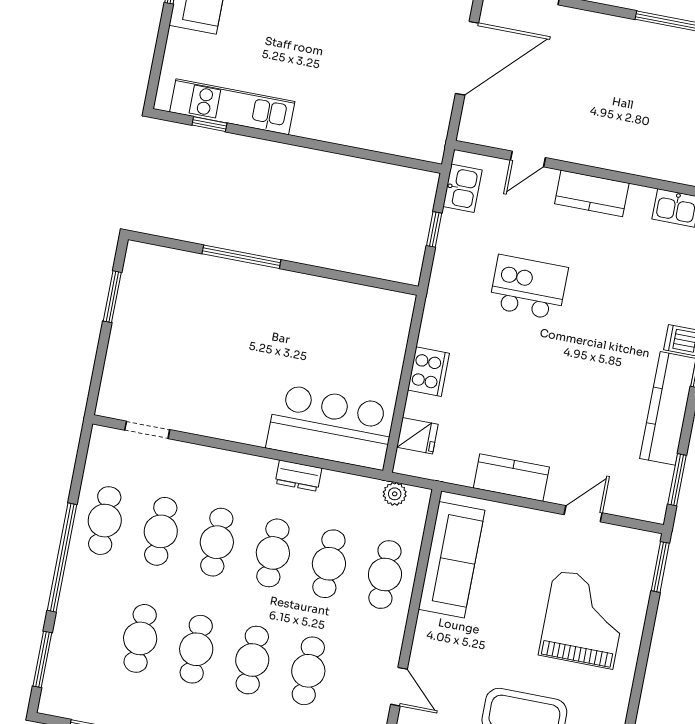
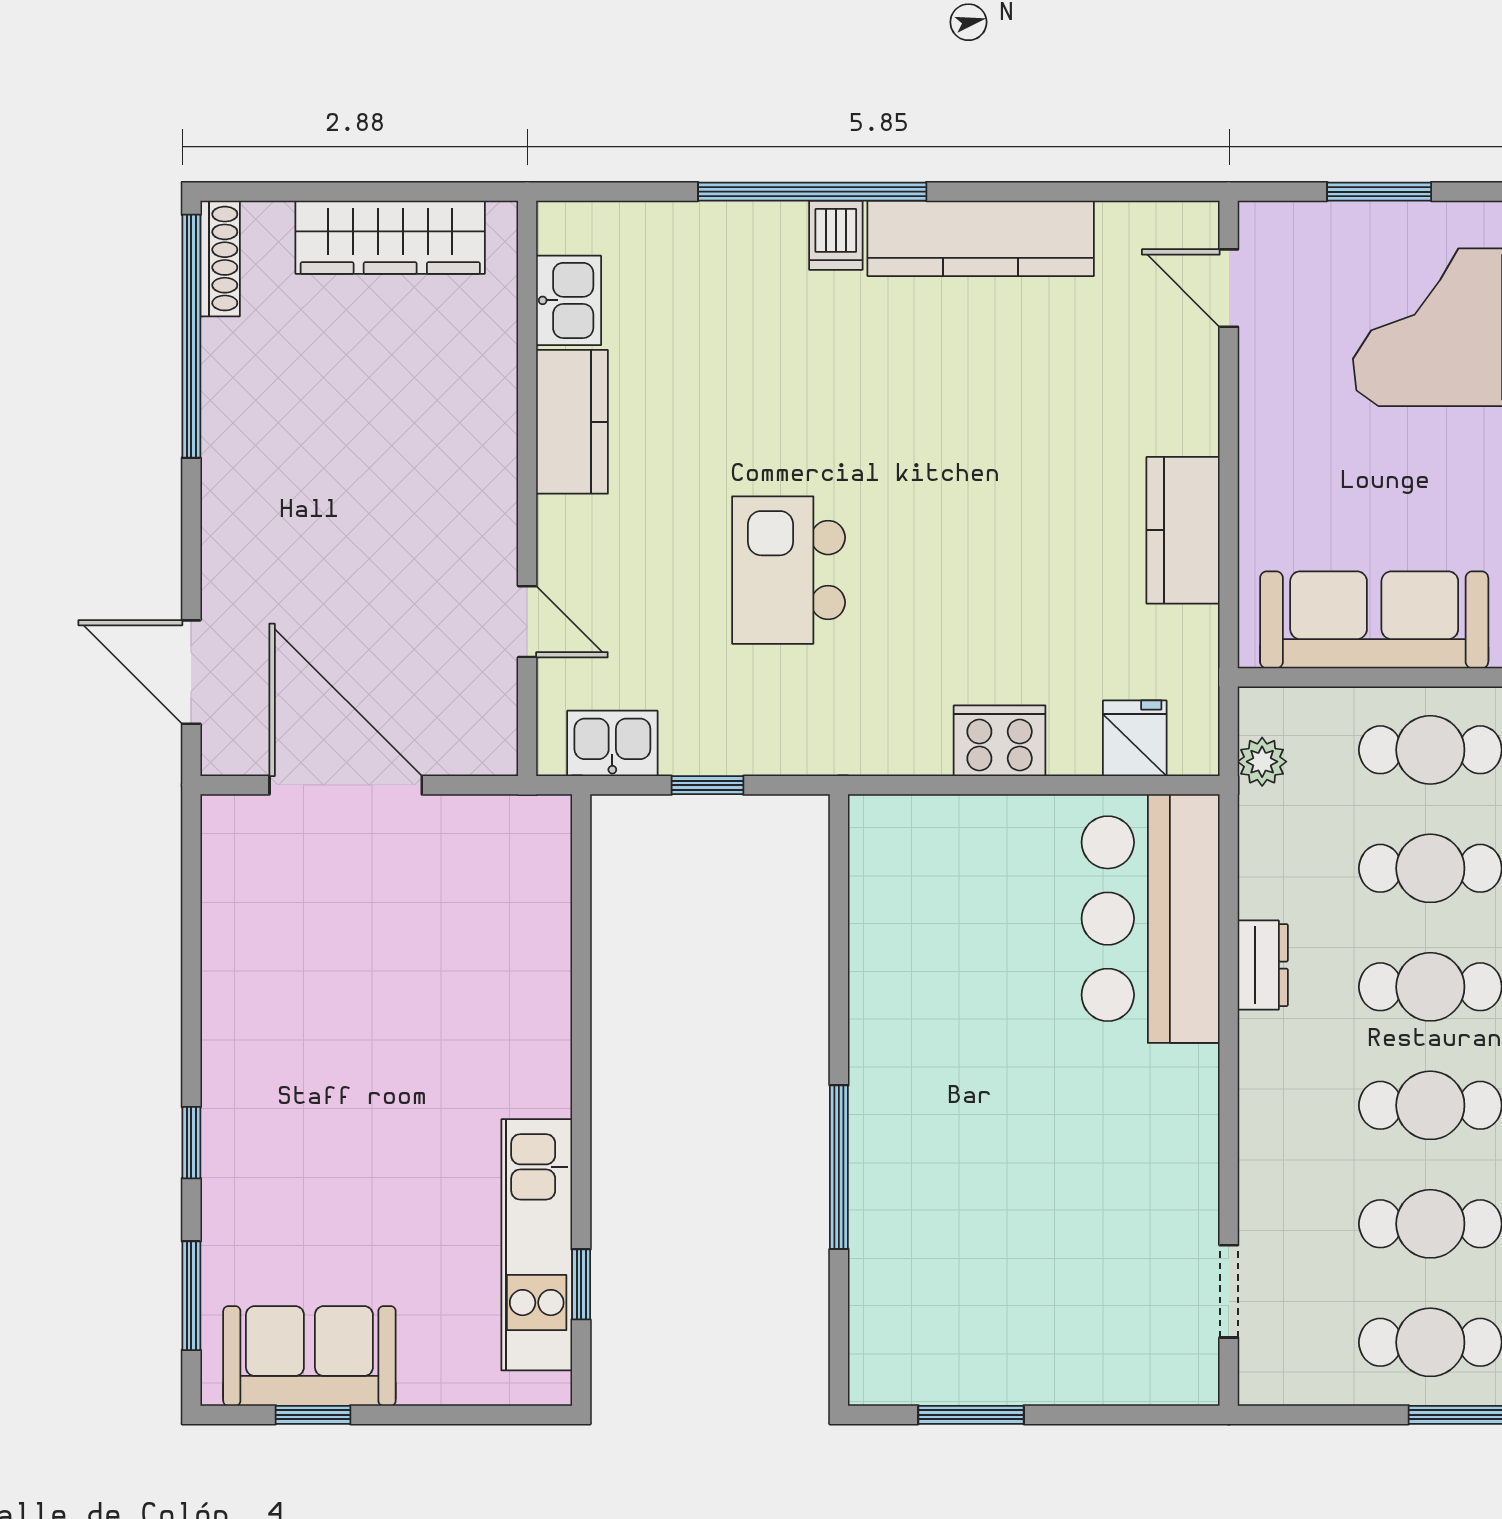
kitchen counter: (592, 193) -> (572, 422), moved
window: (677, 480) -> (1123, 192), removed
door: (583, 514) -> (1229, 288), moved
window: (660, 567) -> (1379, 192), moved

